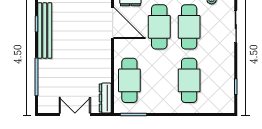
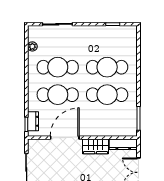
door: (113, 23) -> (65, 138), moved
wardrobe: (103, 68) -> (96, 146), added
cafe table: (129, 80) -> (107, 95), moved

